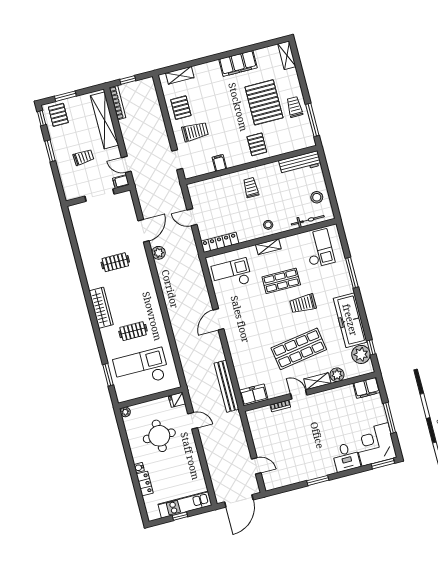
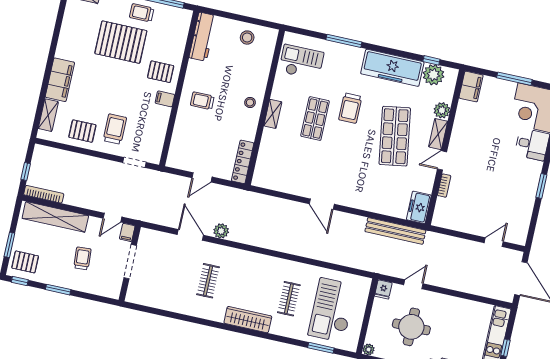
filing cabinet: (238, 63) -> (60, 80), moved
filing cabinet: (219, 163) -> (165, 99), moved
bicycle: (308, 220) -> (266, 59), removed
checkout: (232, 274) -> (282, 166), removed

